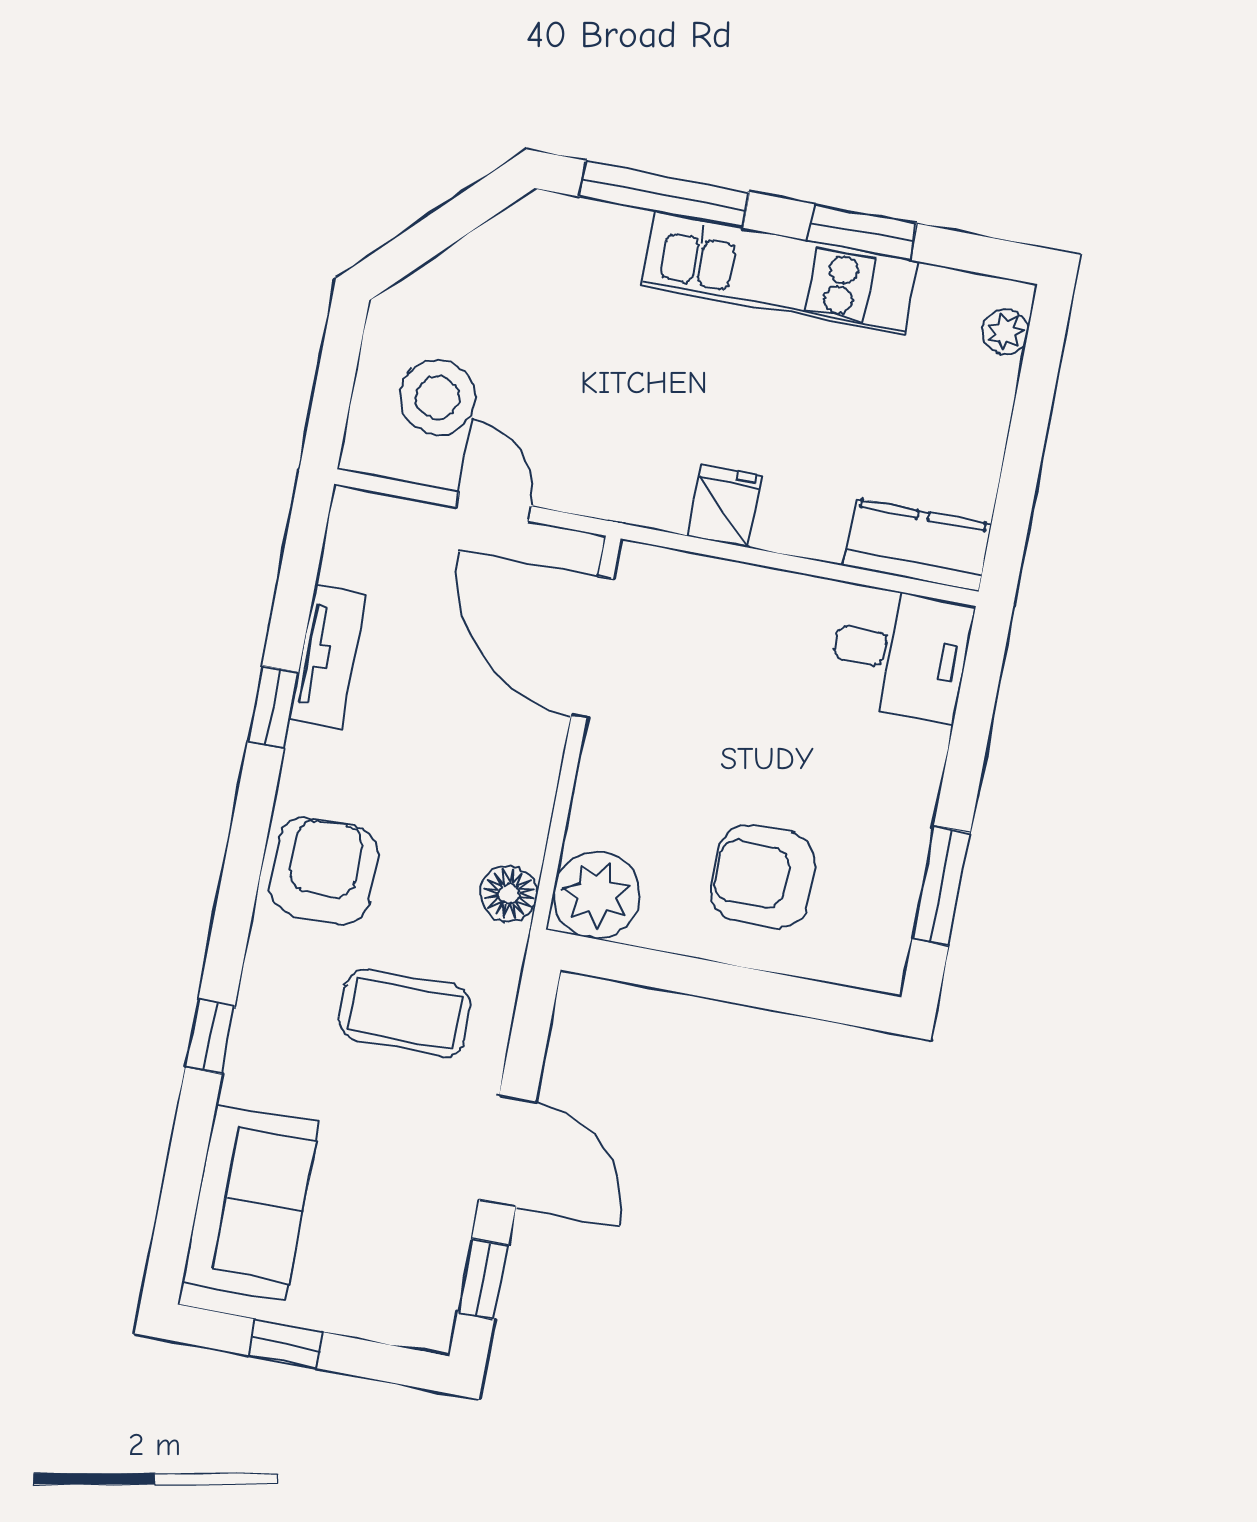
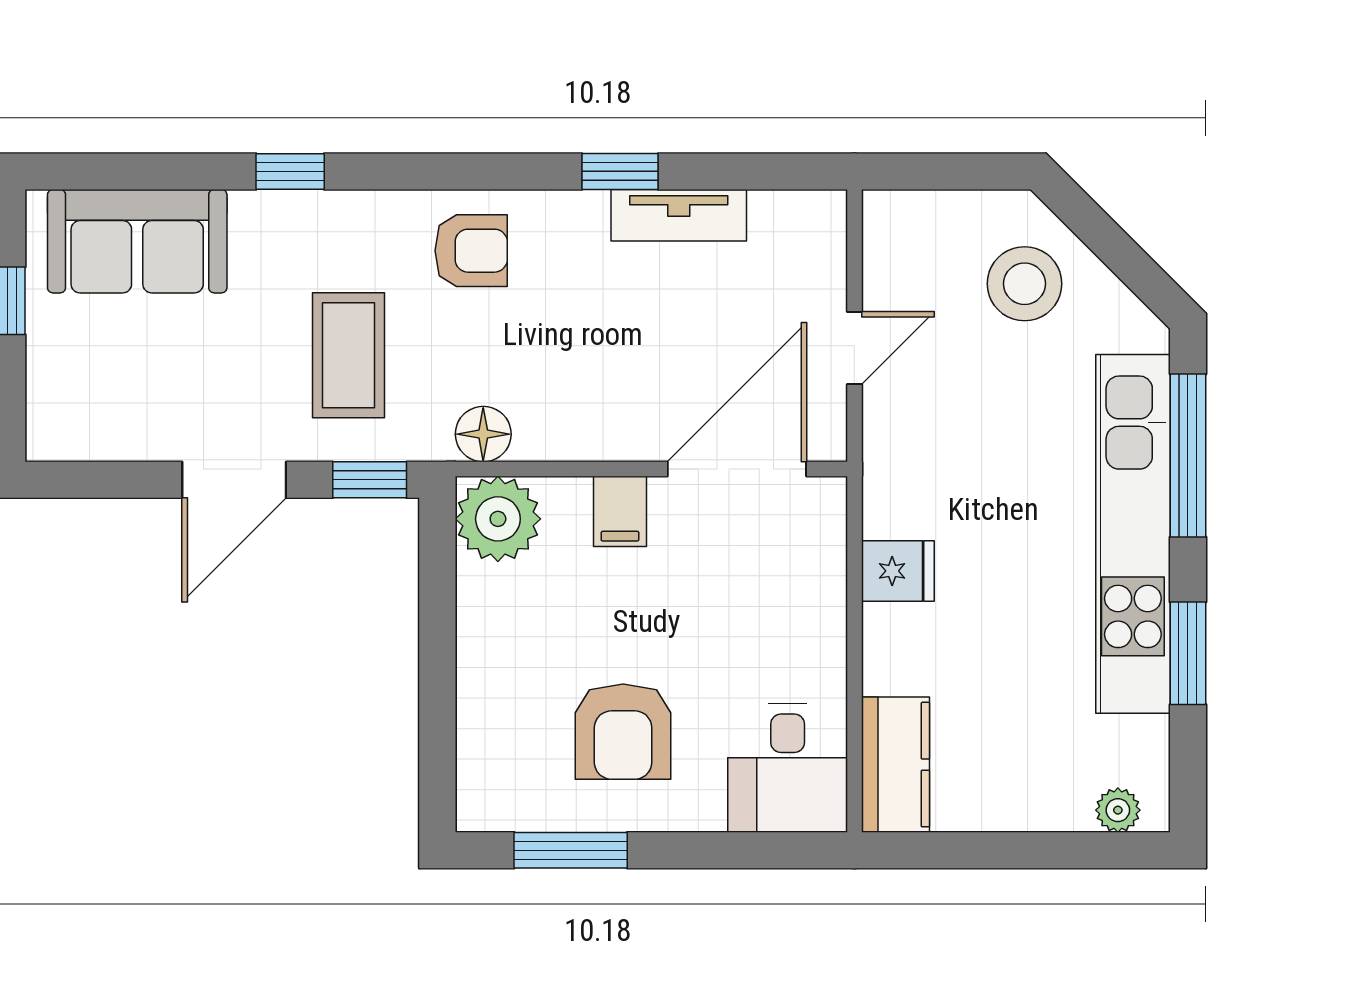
kitchen unit: (780, 273) -> (1133, 534), width x1.36
stool: (438, 397) -> (1025, 284), moved
filing cabinet: (612, 772) -> (620, 511), added
armchair: (324, 871) -> (471, 251), width x0.72, depth x0.72
armchair: (763, 876) -> (623, 732), moved, turned 180
window: (483, 1279) -> (370, 480), moved

